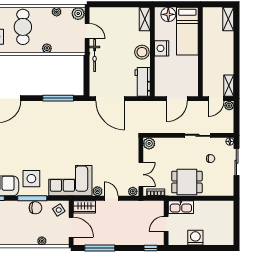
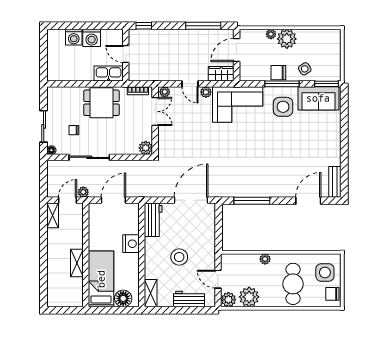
plant: (57, 12) -> (249, 297), width x1.88, depth x1.88
workbench: (112, 14) -> (189, 299), added
shelving: (228, 19) -> (77, 263), moved
nightstand: (162, 48) -> (131, 244), moved
stool: (142, 52) -> (179, 257), moved
bicycle: (95, 56) -> (209, 251), removed
door: (110, 99) -> (191, 200), hinge flipped
plant: (229, 106) -> (83, 192), moved
sliding door: (197, 135) -> (89, 157), width x1.37
double door: (141, 175) -> (155, 111), swing flipped
side table: (59, 210) -> (305, 69), moved
door: (166, 224) -> (126, 54), swing flipped
door: (71, 227) -> (237, 50), hinge flipped
plant: (28, 237) -> (287, 39), added
washing machine: (211, 238) -> (74, 37), added

